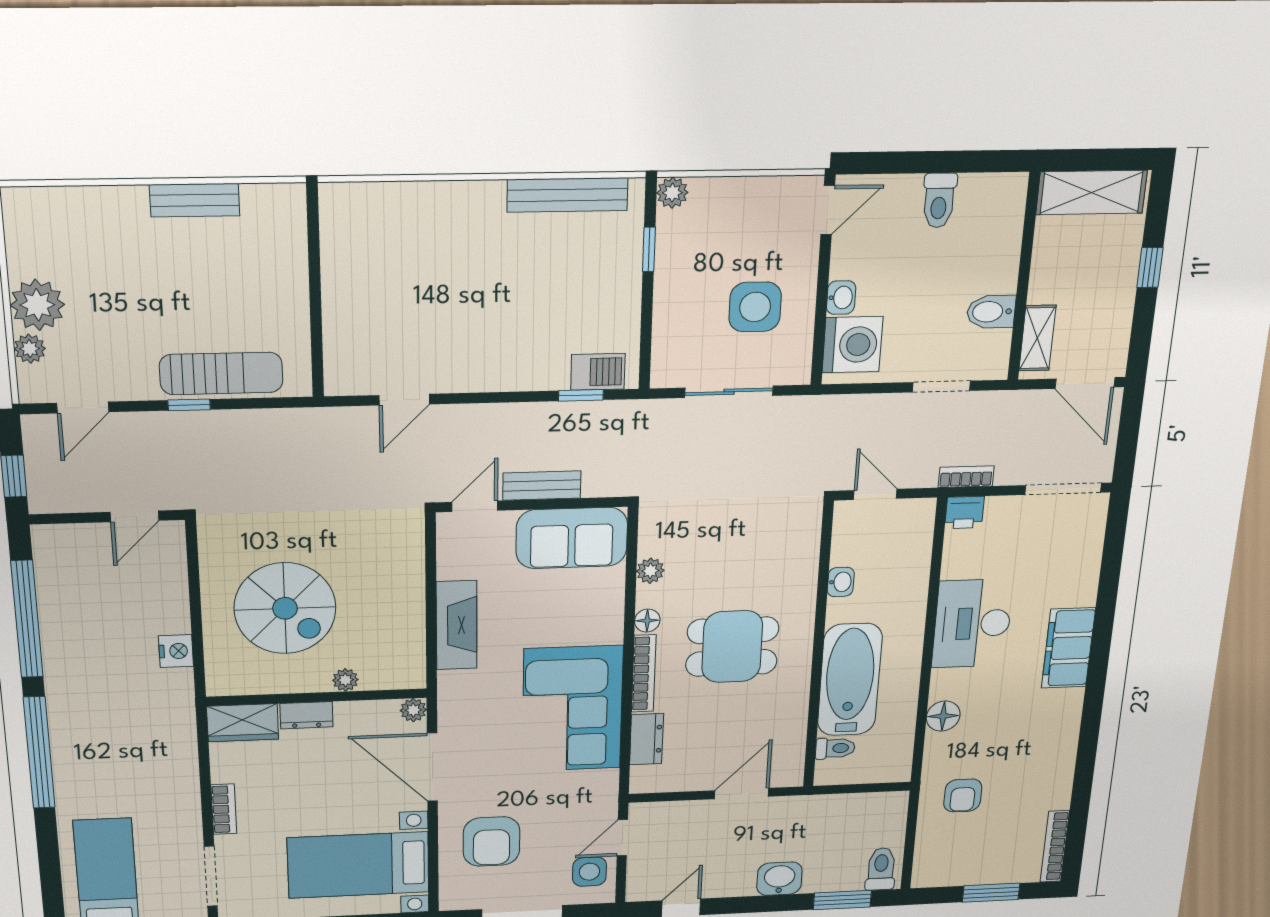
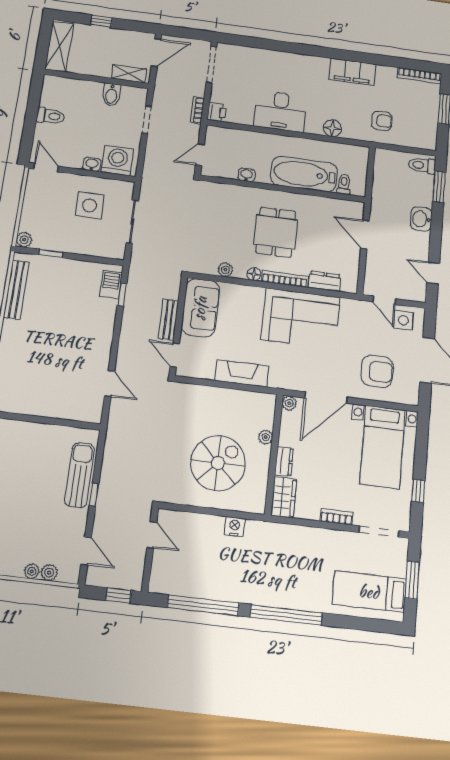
plant: (37, 305) -> (32, 571), width x0.53, depth x0.53
filing cabinet: (1068, 648) -> (352, 72), moved

